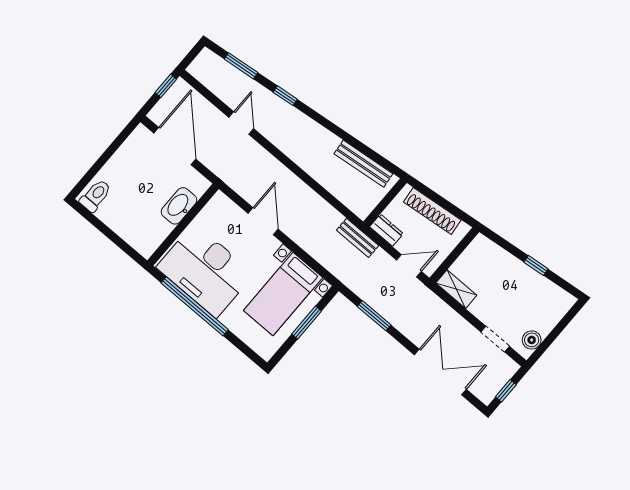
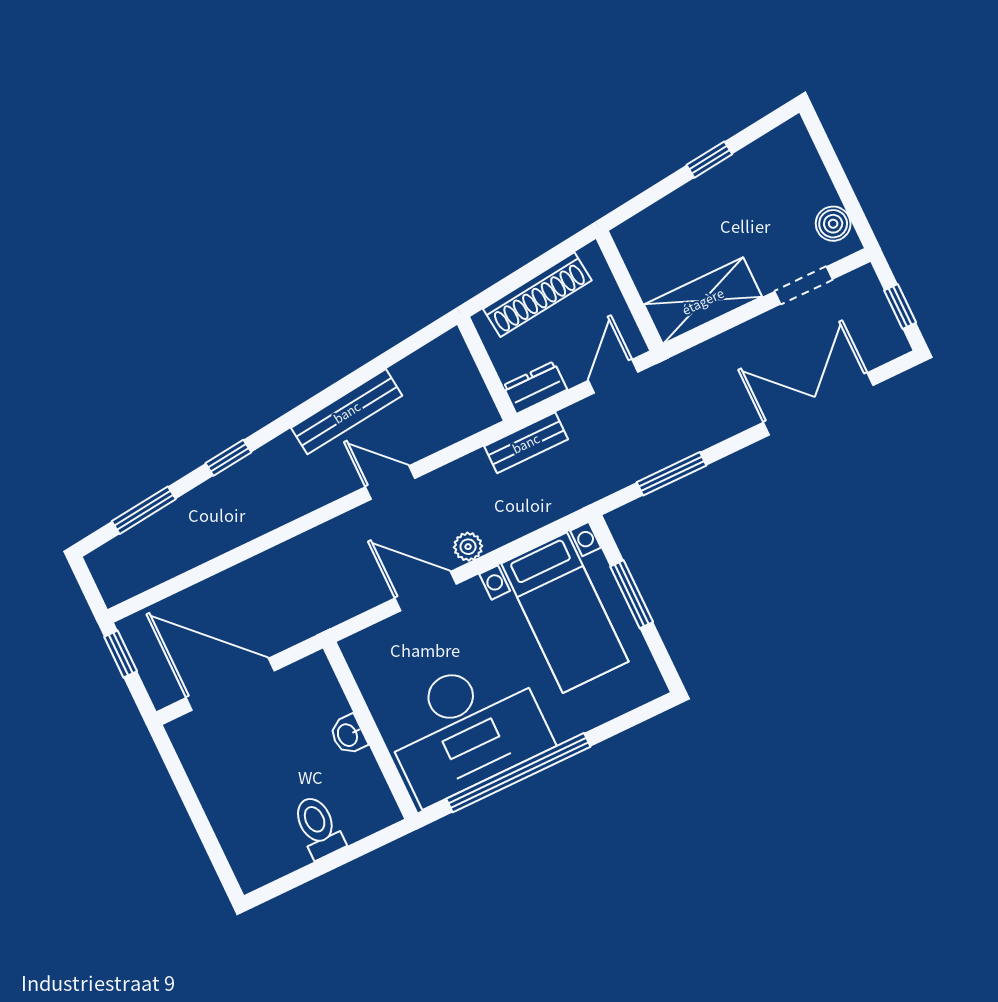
door: (241, 123) -> (390, 483), moved
bench: (363, 164) -> (347, 412), moved
toilet: (96, 196) -> (318, 827), moved
washbasin: (179, 206) -> (348, 735), width x0.52, depth x0.69
plant: (294, 232) -> (468, 547), added
shelving: (456, 289) -> (703, 301), width x1.50, depth x1.33

